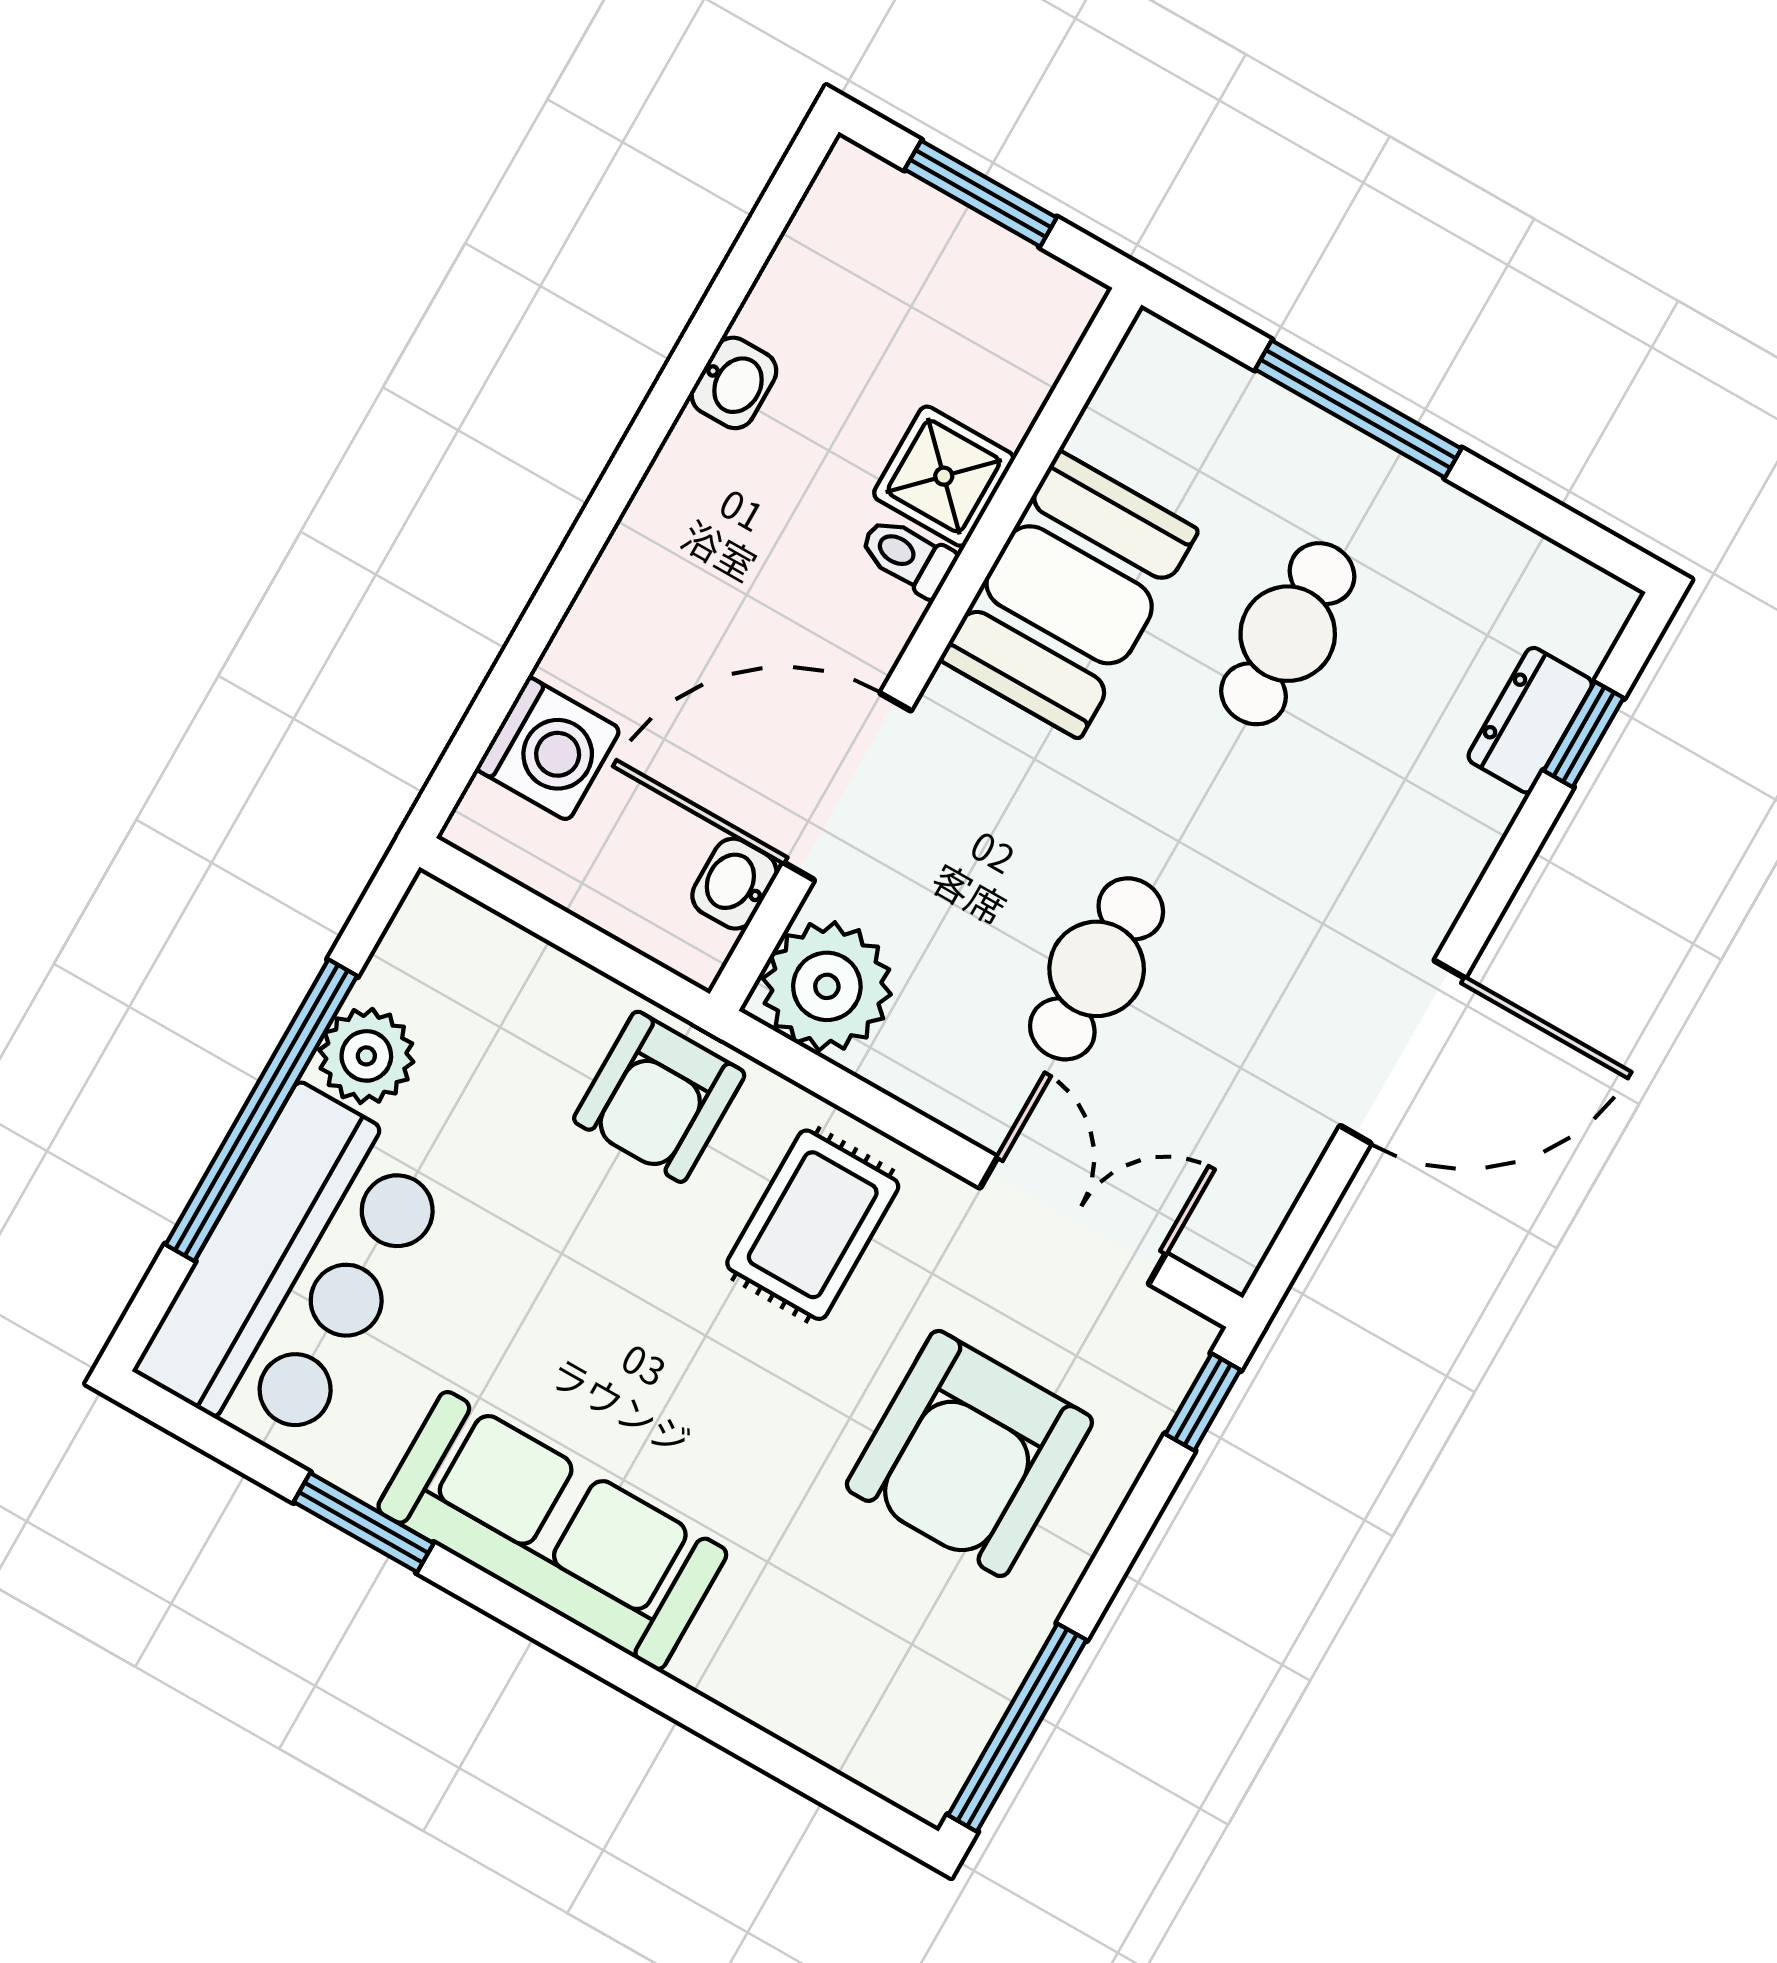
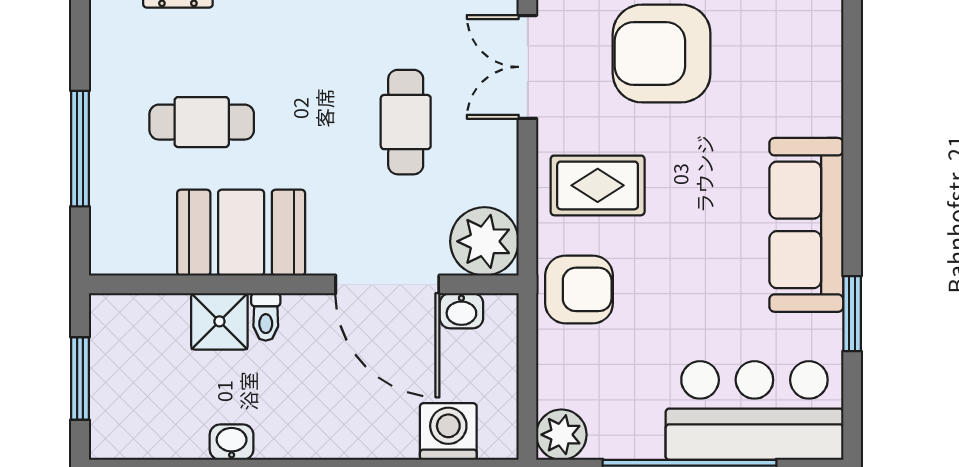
cafe table: (1097, 969) -> (406, 122), turned 90
plant: (366, 1056) -> (561, 435), moved
armchair: (969, 1453) -> (662, 53), turned 180

